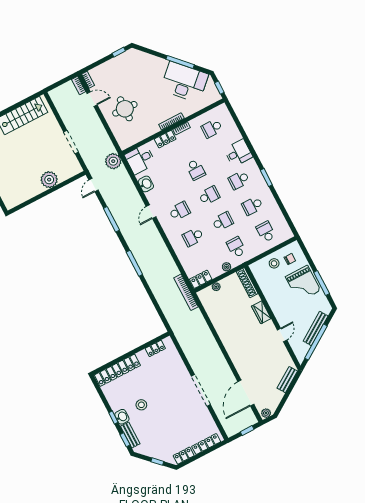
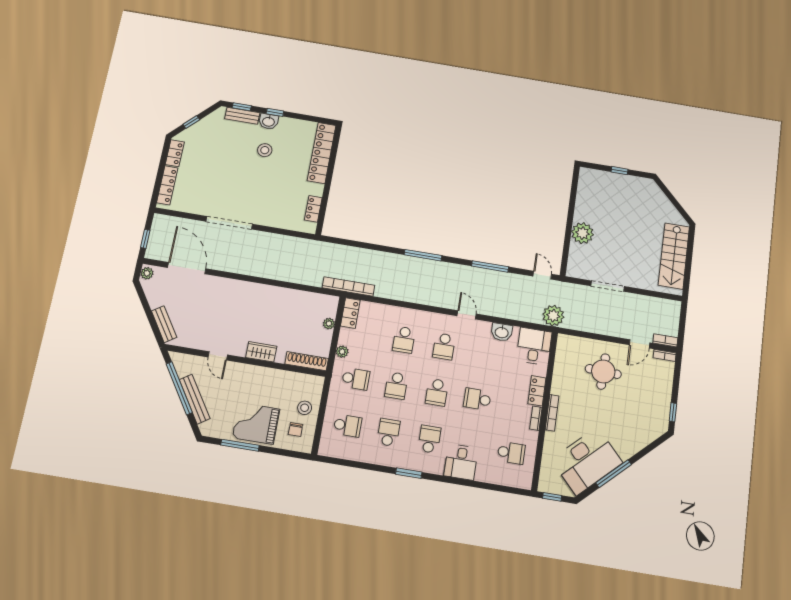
school desk: (212, 128) -> (511, 453), turned 90
school desk: (193, 237) -> (404, 340), turned 180

